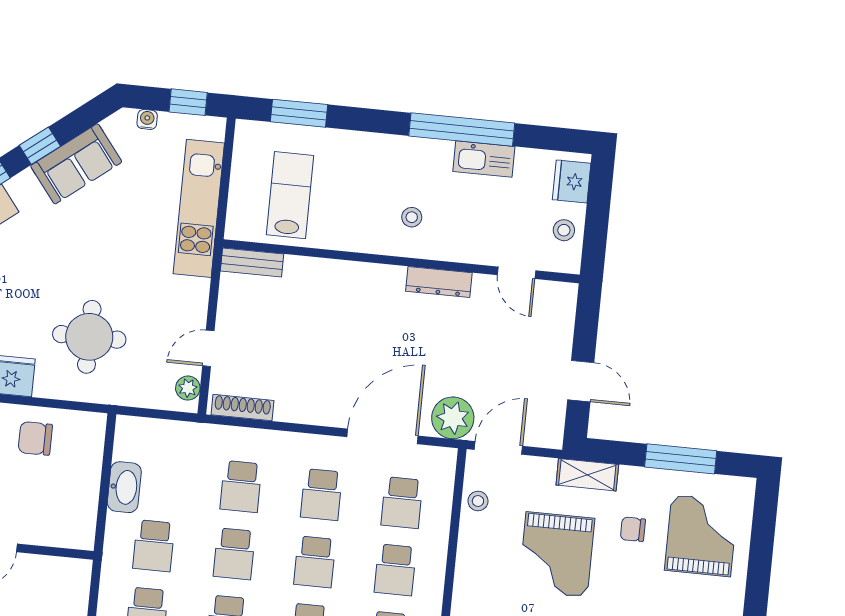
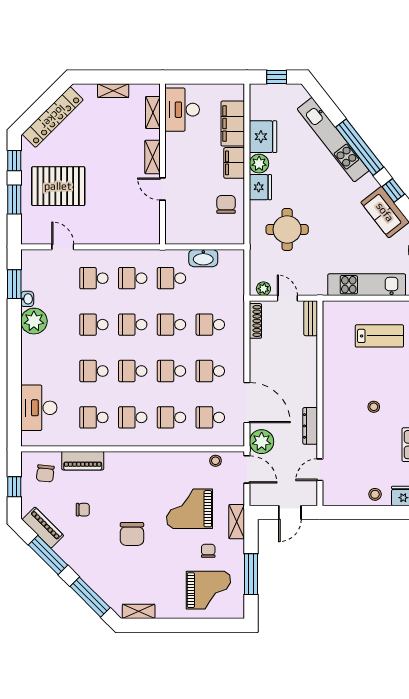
wall: (401, 261) -> (320, 403), moved
bench: (252, 262) -> (311, 318), moved
door: (517, 273) -> (320, 470), moved
dresser: (439, 282) -> (310, 426), moved

